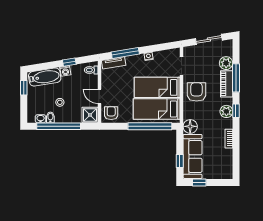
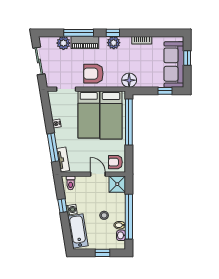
window: (24, 88) -> (103, 253), moved
door: (100, 96) -> (98, 174), swing flipped
sofa: (193, 156) -> (174, 65), moved, turned -90
window: (199, 182) -> (187, 58), moved

